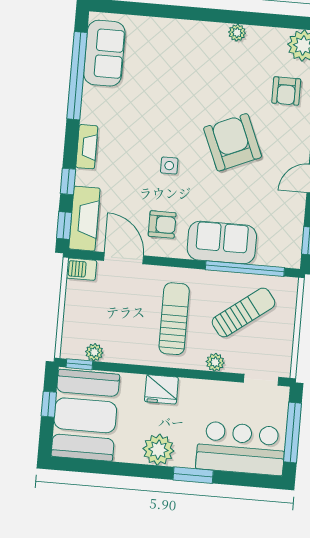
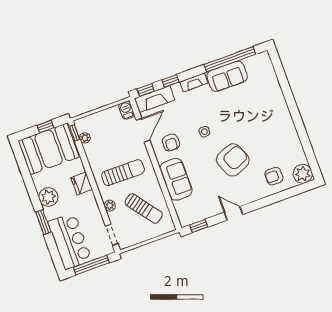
plant: (237, 33) -> (293, 135), removed
sofa: (104, 53) -> (227, 76), moved
window: (245, 269) -> (168, 198), removed

